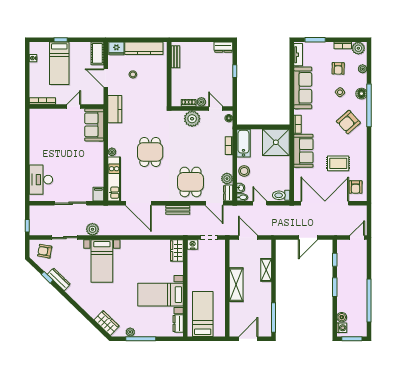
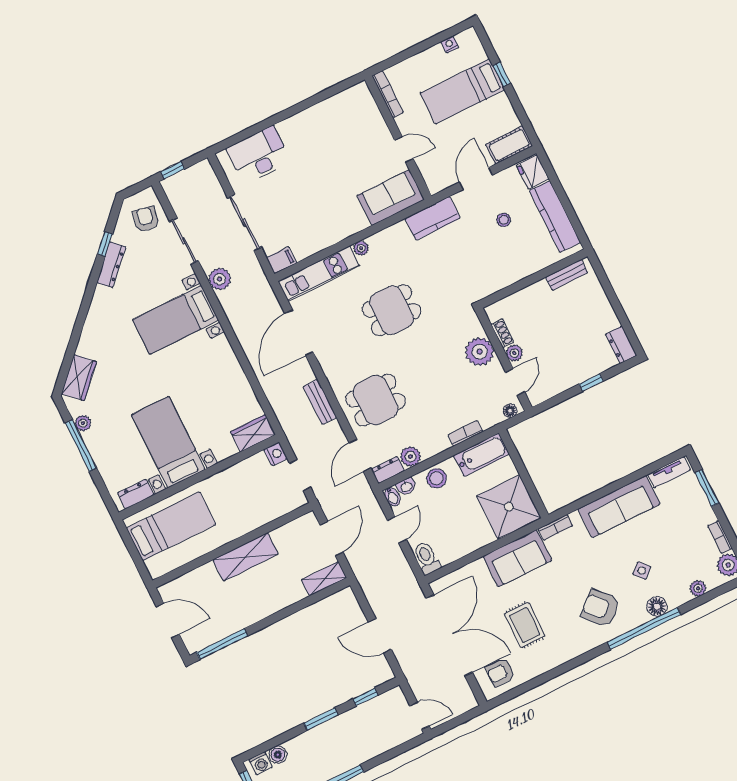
armchair: (338, 68) -> (679, 548), removed
shelving: (266, 270) -> (324, 579), moved

